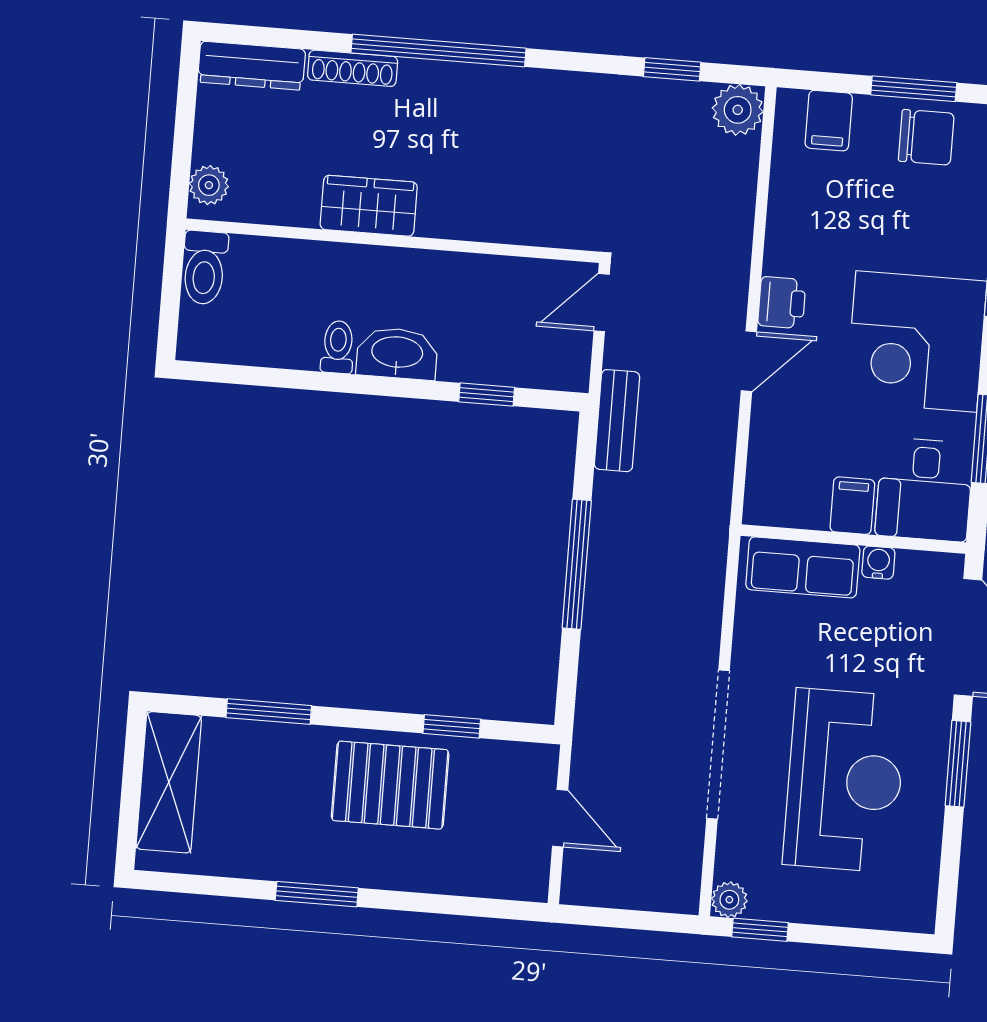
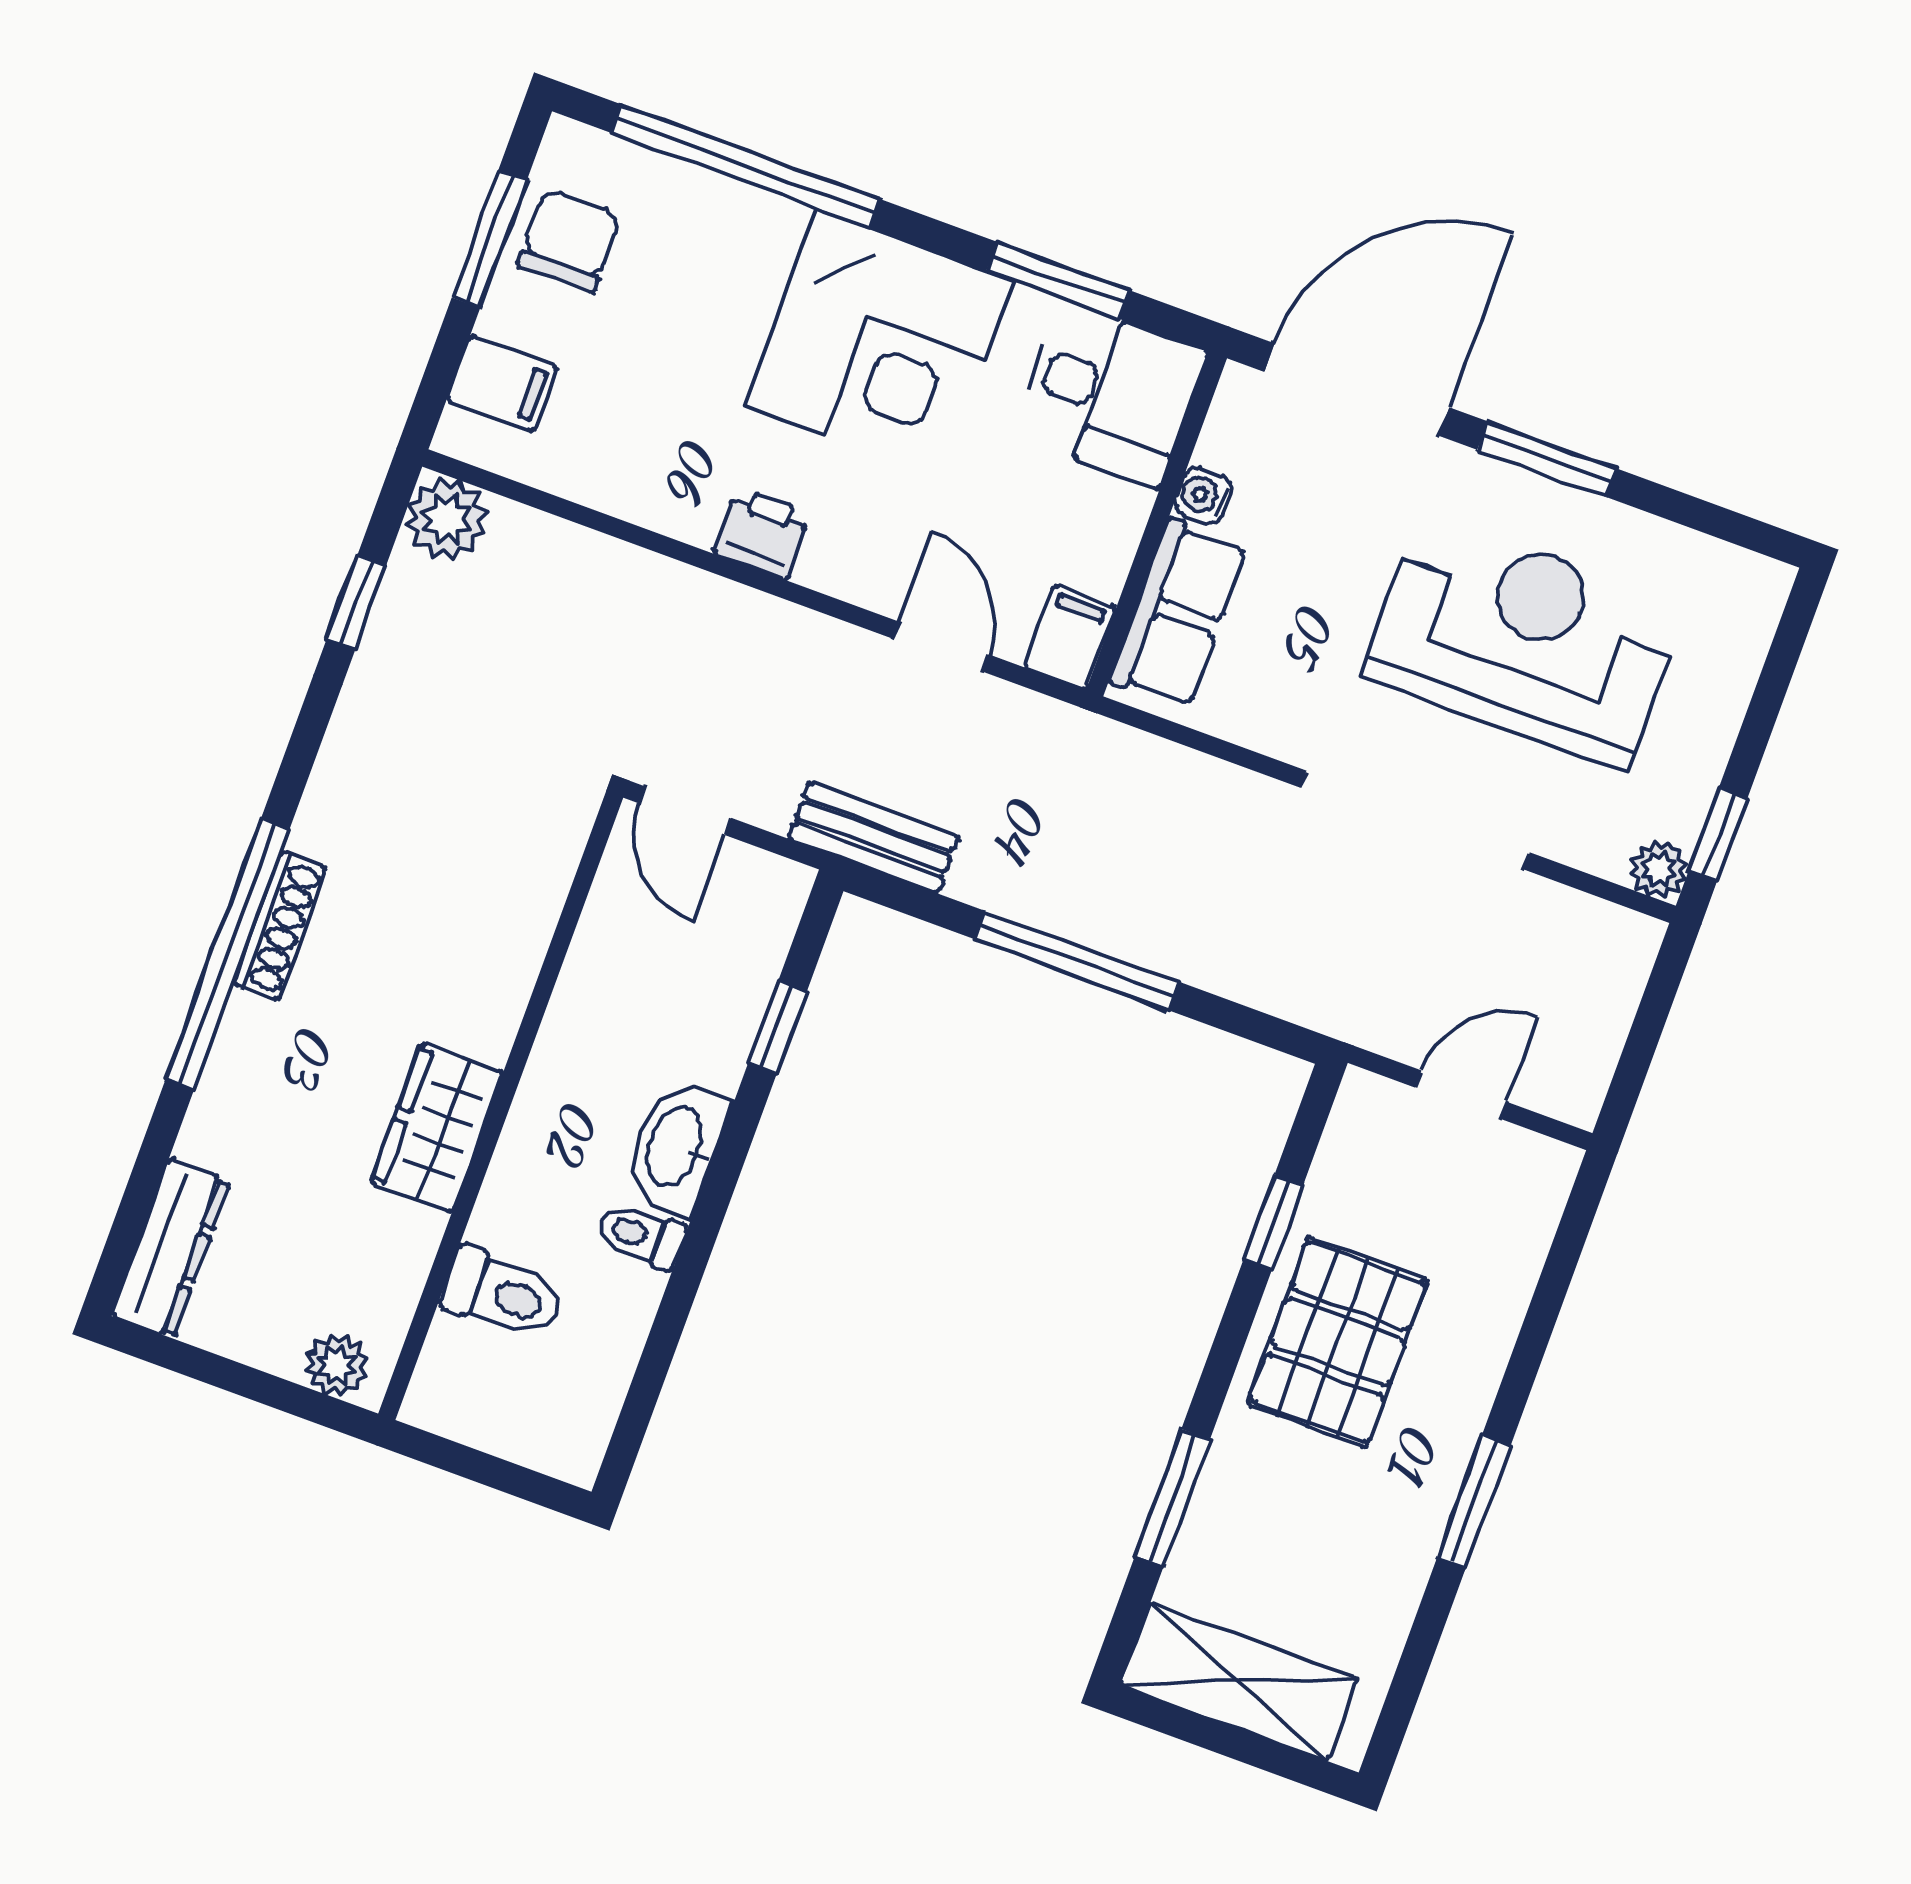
shoe rack: (353, 68) -> (280, 926), moved
toilet: (205, 268) -> (503, 1294), moved
door: (749, 361) -> (941, 647), moved
filing cabinet: (852, 506) -> (1070, 637), moved, turned 90

